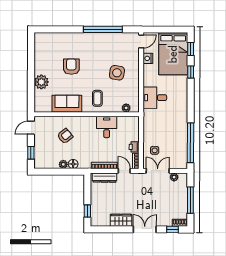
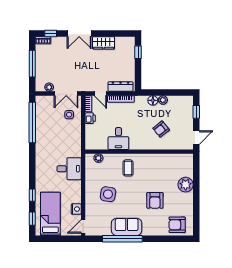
armchair: (50, 43) -> (177, 225), added
bed: (173, 54) -> (50, 214), width x0.67
sofa: (67, 104) -> (127, 227), moved, turned 180

